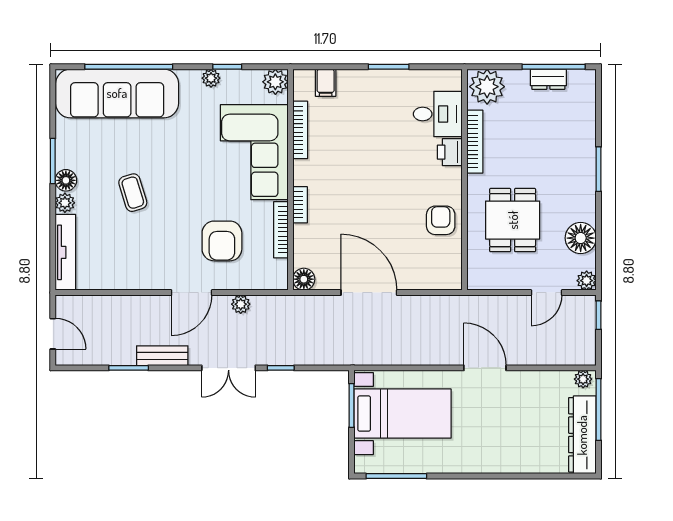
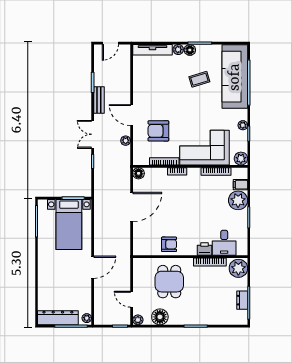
plant: (356, 87) -> (238, 200), added
coffee table: (133, 193) -> (199, 79), moved
dining table: (513, 220) -> (169, 282), turned 90

